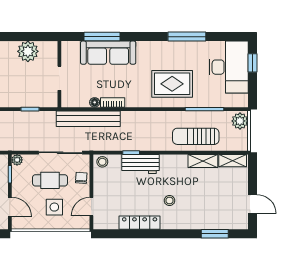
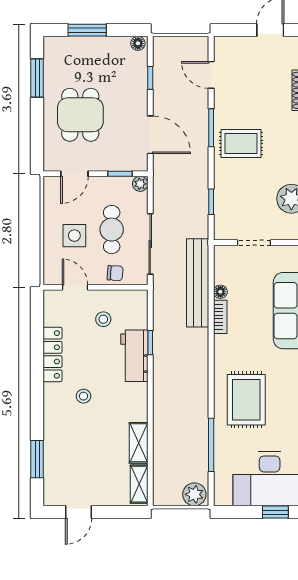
sun lounger: (196, 136) -> (173, 433), removed
stool: (102, 162) -> (103, 319), moved

